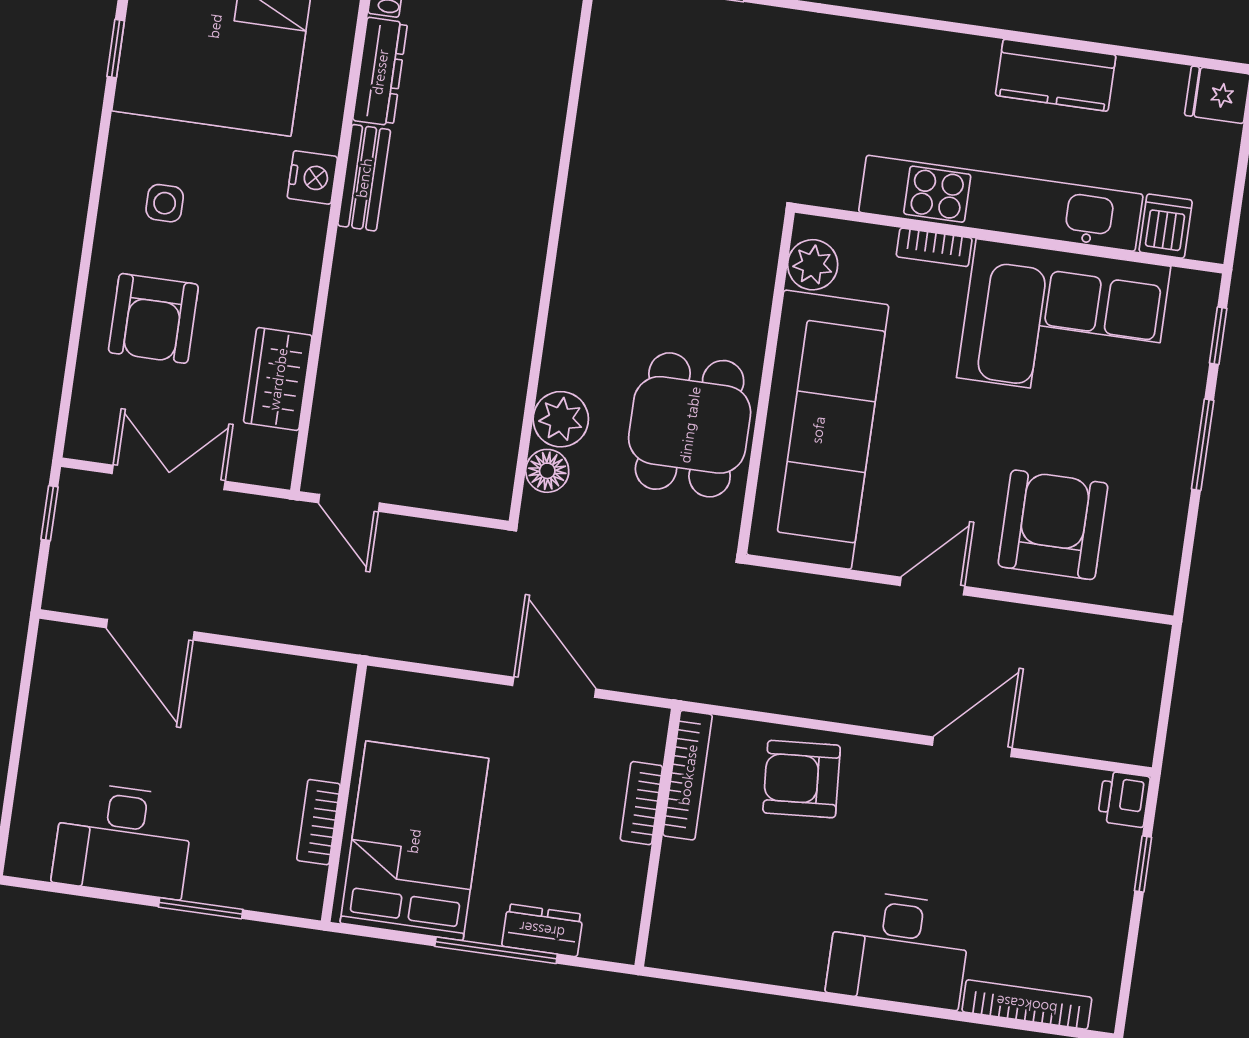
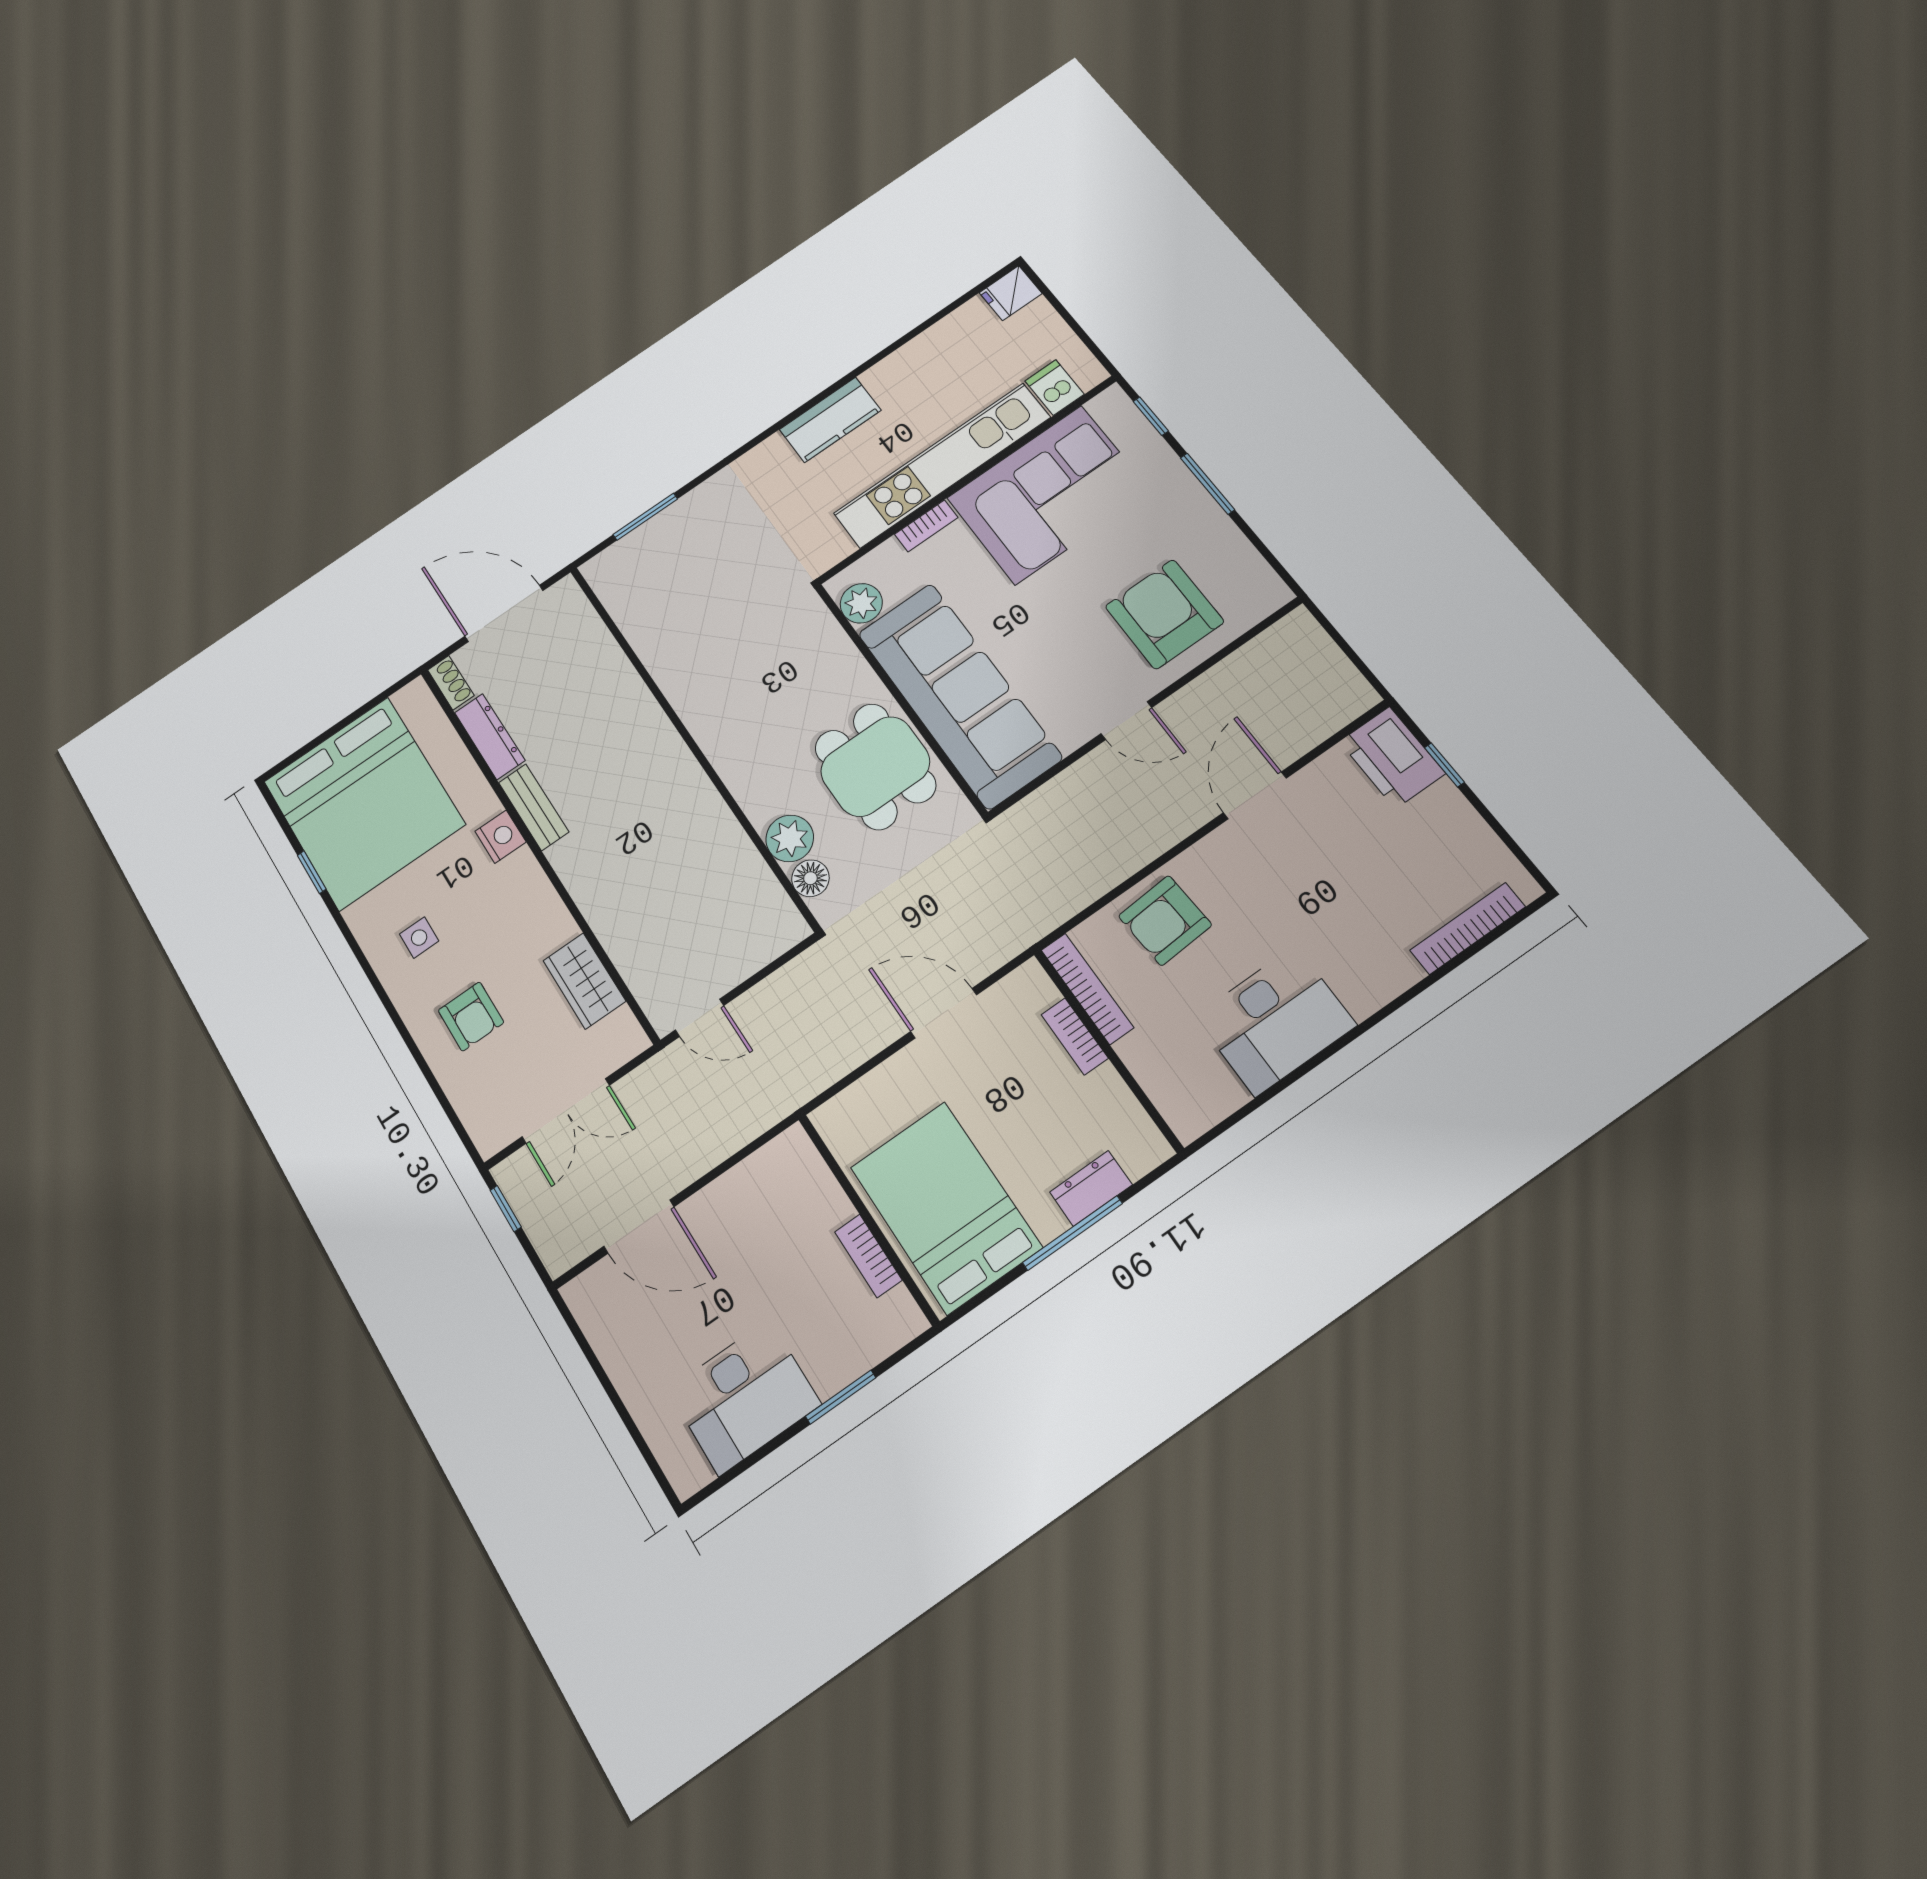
kitchen counter: (1056, 75) -> (830, 420), moved
armchair: (153, 318) -> (471, 1016), width x0.72, depth x0.72
double door: (169, 477) -> (566, 1111), swing flipped
door: (932, 586) -> (1126, 721), swing flipped
printer: (1124, 799) -> (1392, 757), width x1.87, depth x1.48
desk: (899, 949) -> (1275, 1021), moved

